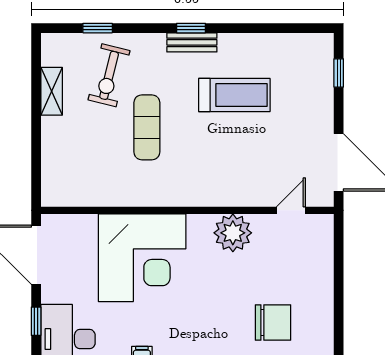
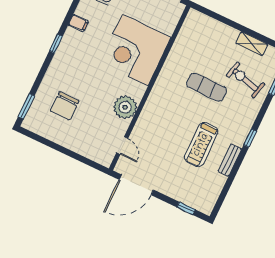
bench: (192, 42) -> (230, 160), moved

